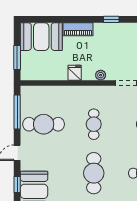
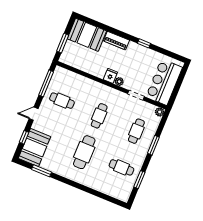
fridge: (75, 73) -> (110, 76), moved
cafe table: (44, 124) -> (62, 101), width x0.73, depth x0.74

